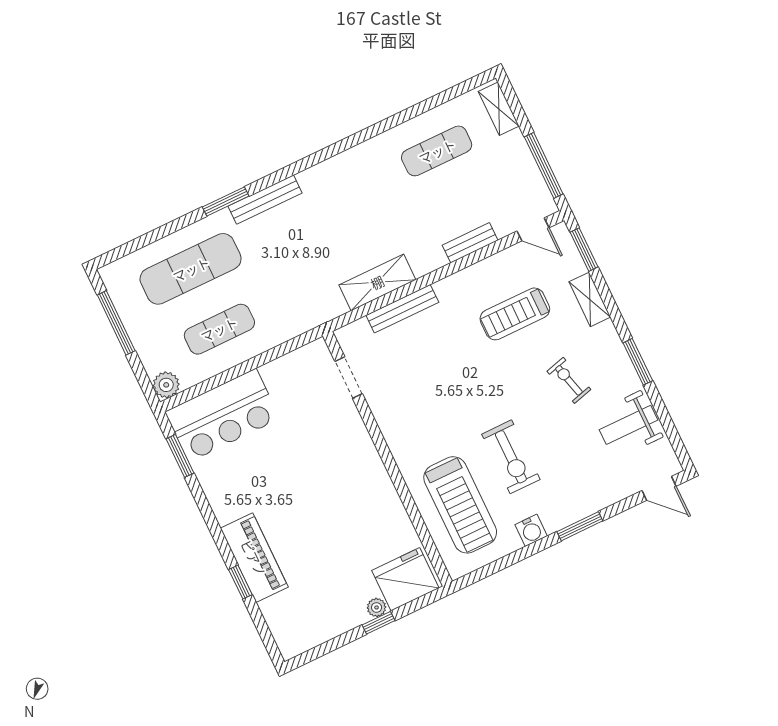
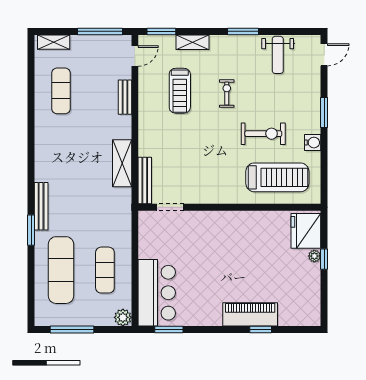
bench: (402, 309) -> (145, 180), moved
exercise bike: (569, 380) -> (227, 94), moved, turned 105

